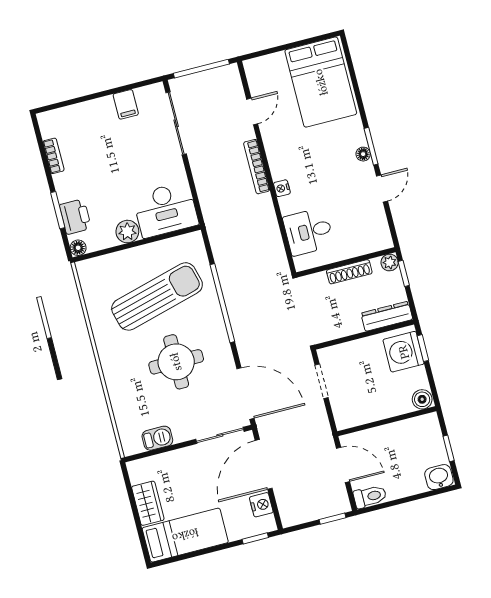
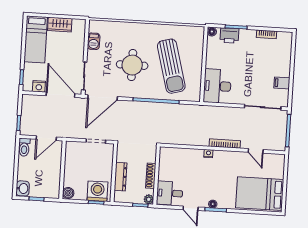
plant: (127, 232) -> (212, 61), removed
desk: (308, 232) -> (170, 193), moved, turned -90
dresser: (387, 316) -> (121, 177), moved

